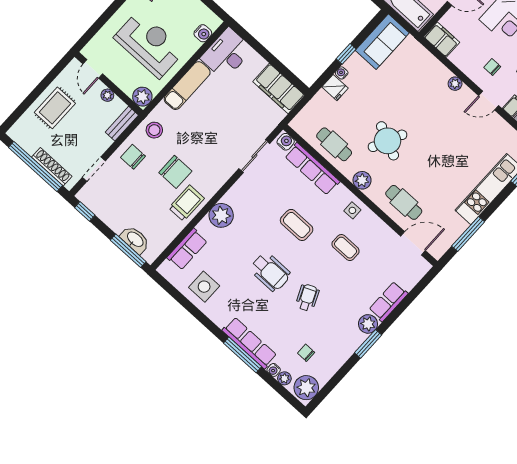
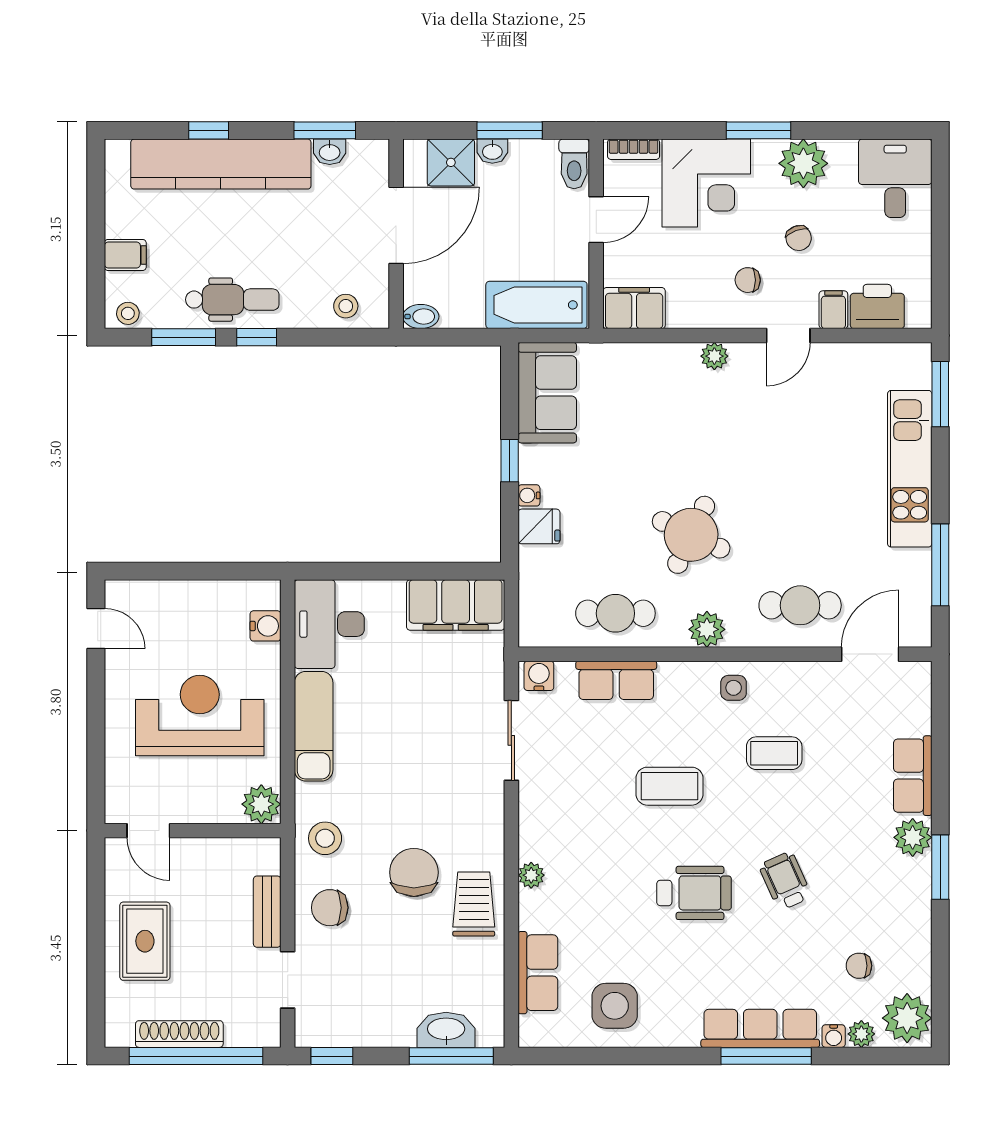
plant: (107, 95) -> (207, 850), removed
bench: (122, 124) -> (267, 912), moved
shoe rack: (52, 167) -> (179, 1034), moved
row of seats: (312, 169) -> (616, 680), width x0.68
chair: (175, 172) -> (414, 872), turned -90
plant: (221, 215) -> (531, 875), width x0.53, depth x0.53

